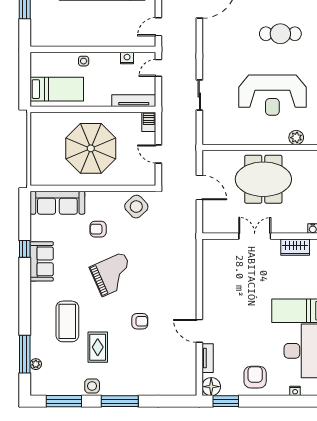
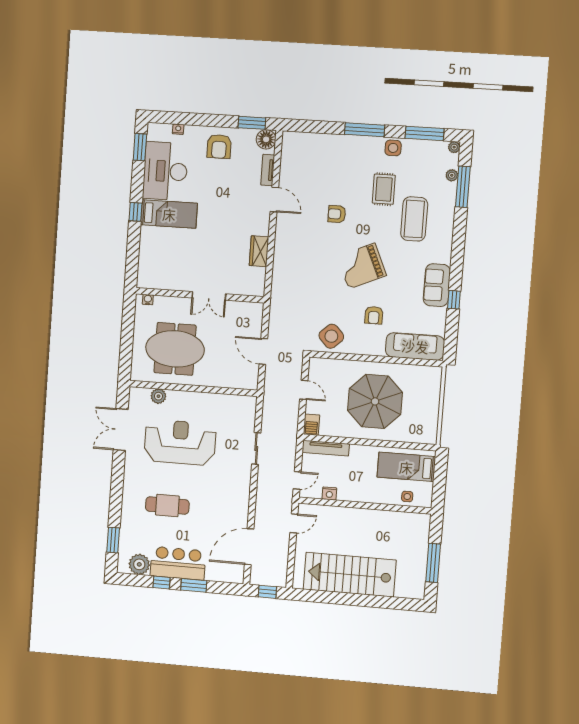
side table: (84, 61) -> (407, 496), moved
meeting table: (263, 179) -> (175, 349), moved
armchair: (98, 229) -> (374, 315), turned 90
wardrobe: (295, 247) -> (259, 251), moved, turned -90
plant: (36, 390) -> (454, 147), added

